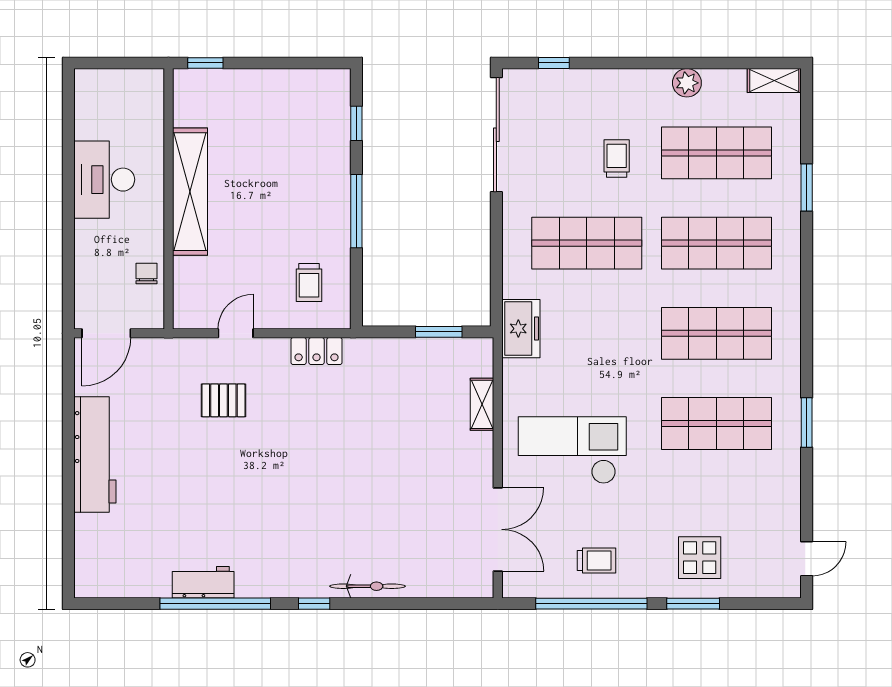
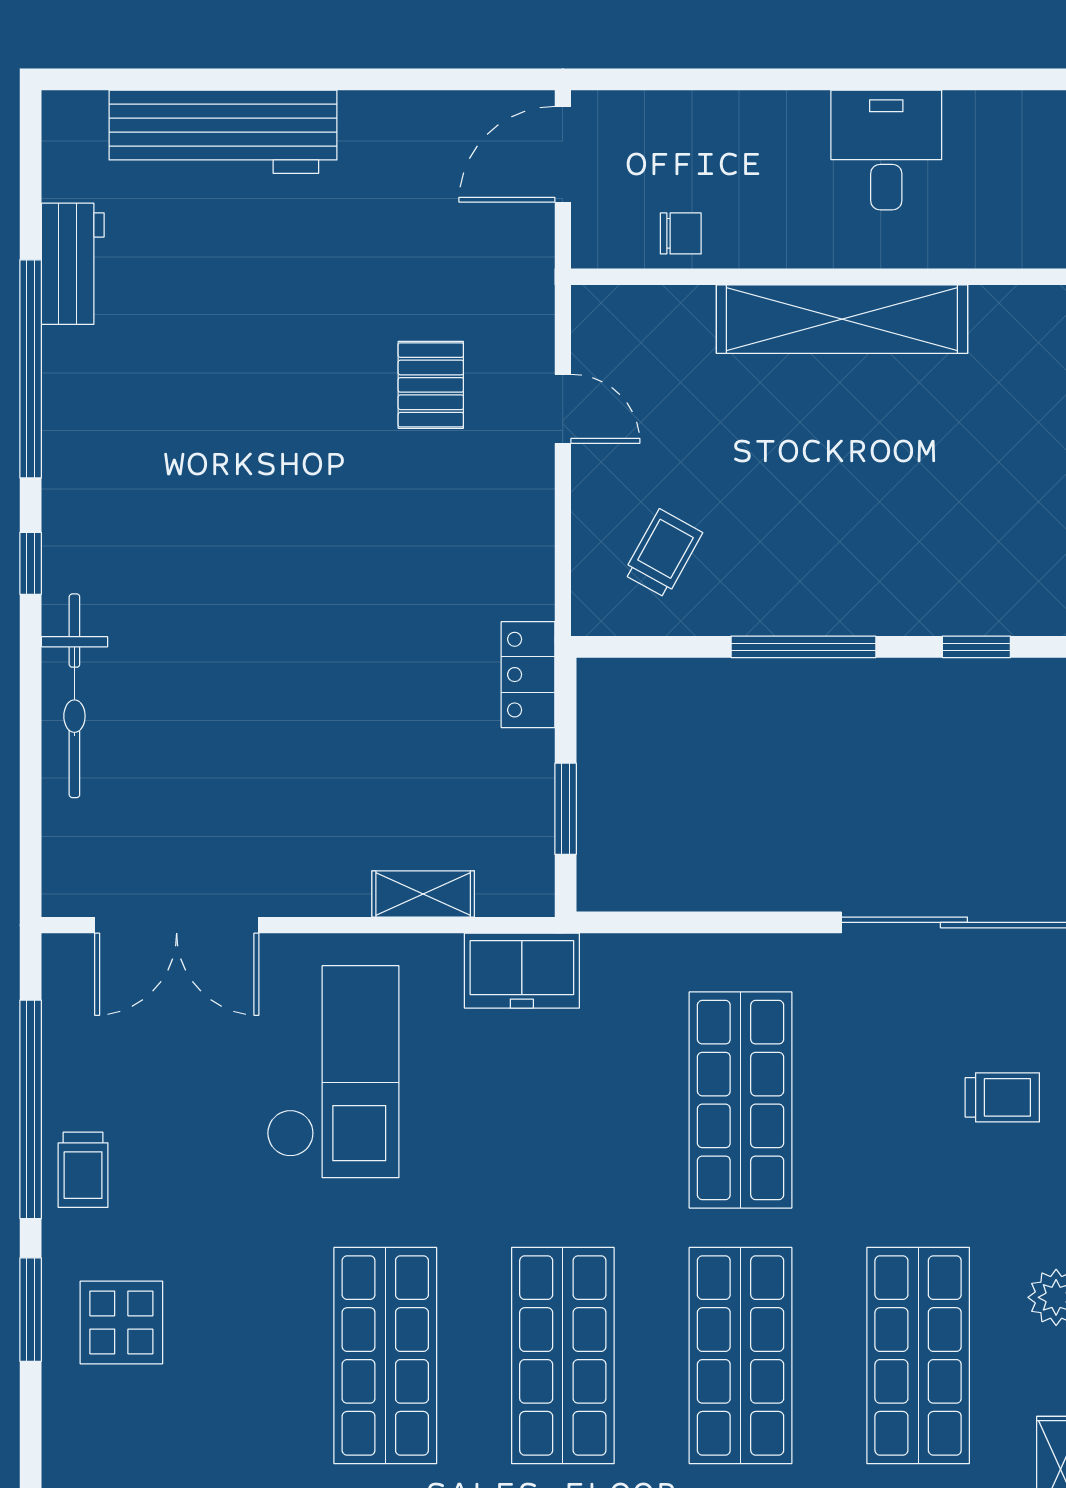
trolley: (617, 159) -> (1002, 1097), moved
desk: (104, 180) -> (886, 150), width x0.73
trolley: (309, 283) -> (663, 553), turned 119
freezer: (521, 329) -> (522, 971), moved
door: (106, 333) -> (563, 154), hinge flipped
locker: (317, 351) -> (528, 675), moved
workbench: (95, 454) -> (223, 132), moved
trolley: (596, 561) -> (83, 1170), moved
workbench: (203, 582) -> (73, 264), moved
bicycle: (367, 586) -> (74, 696), width x1.37, depth x1.40

